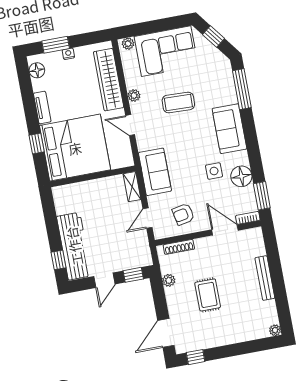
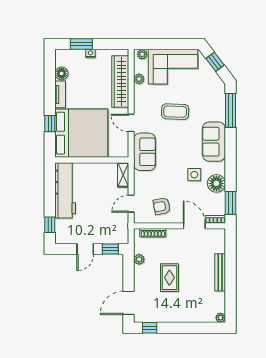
floor lamp: (37, 70) -> (62, 73), moved
plant: (134, 95) -> (139, 79), moved
sofa: (155, 172) -> (145, 152), moved
workbench: (74, 246) -> (65, 190), moved

